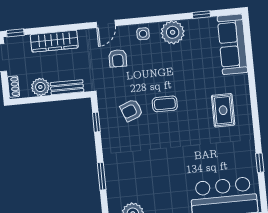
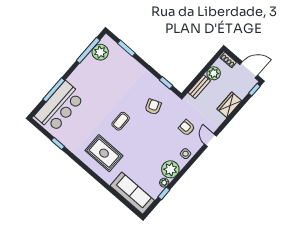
plant: (191, 25) -> (164, 183), added
wardrobe: (54, 41) -> (229, 105), width x0.67
coffee table: (165, 104) -> (121, 121), moved
rug: (223, 110) -> (104, 153), width x1.36, depth x1.43
window: (102, 176) -> (126, 48), moved

